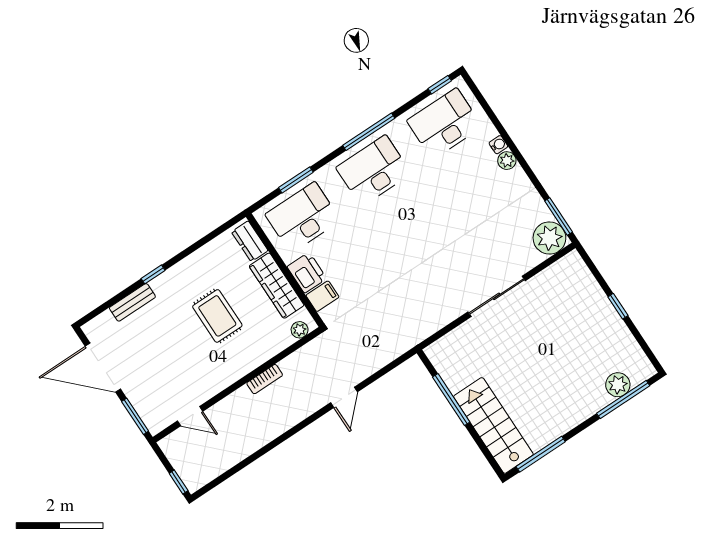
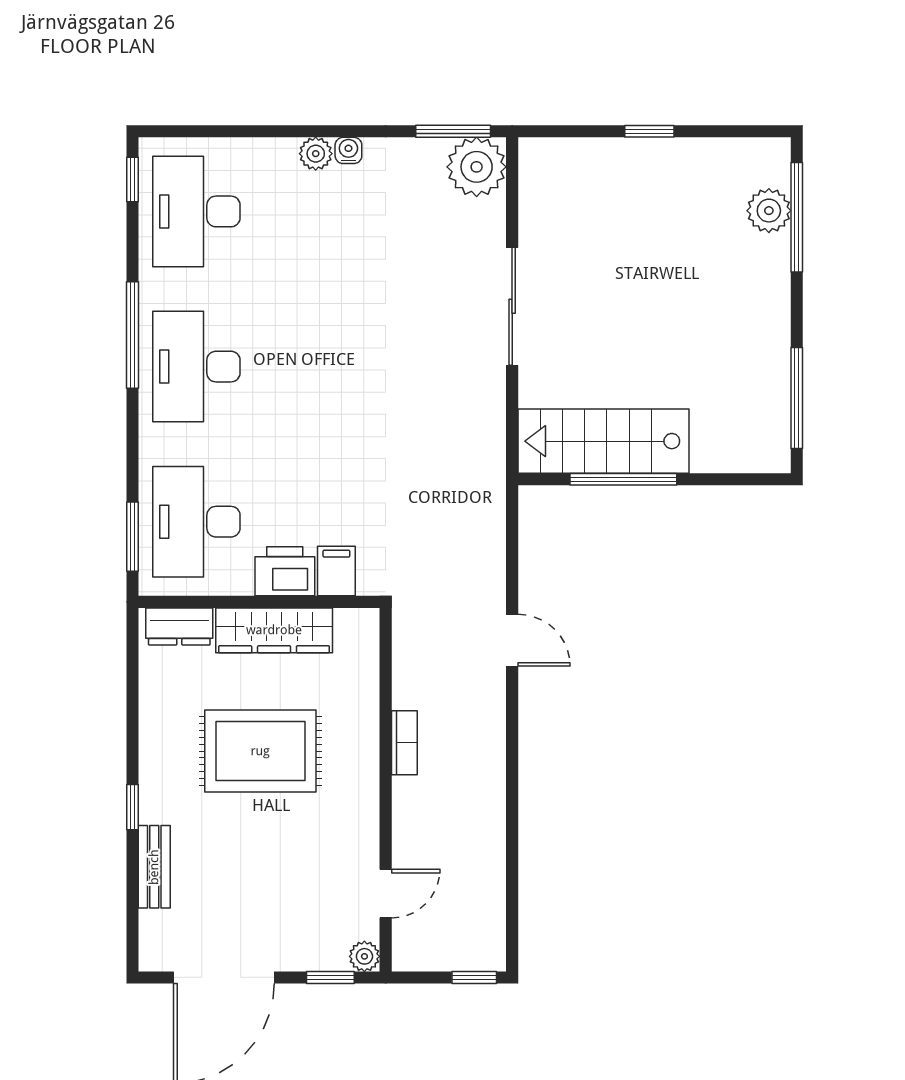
water cooler: (498, 145) -> (348, 150), moved
window: (296, 180) -> (133, 537), moved
rug: (217, 316) -> (260, 751), width x1.36, depth x1.43
plant: (300, 330) -> (364, 956), moved
window: (135, 416) -> (330, 977), width x0.67
stairs: (493, 425) -> (603, 441), moved

